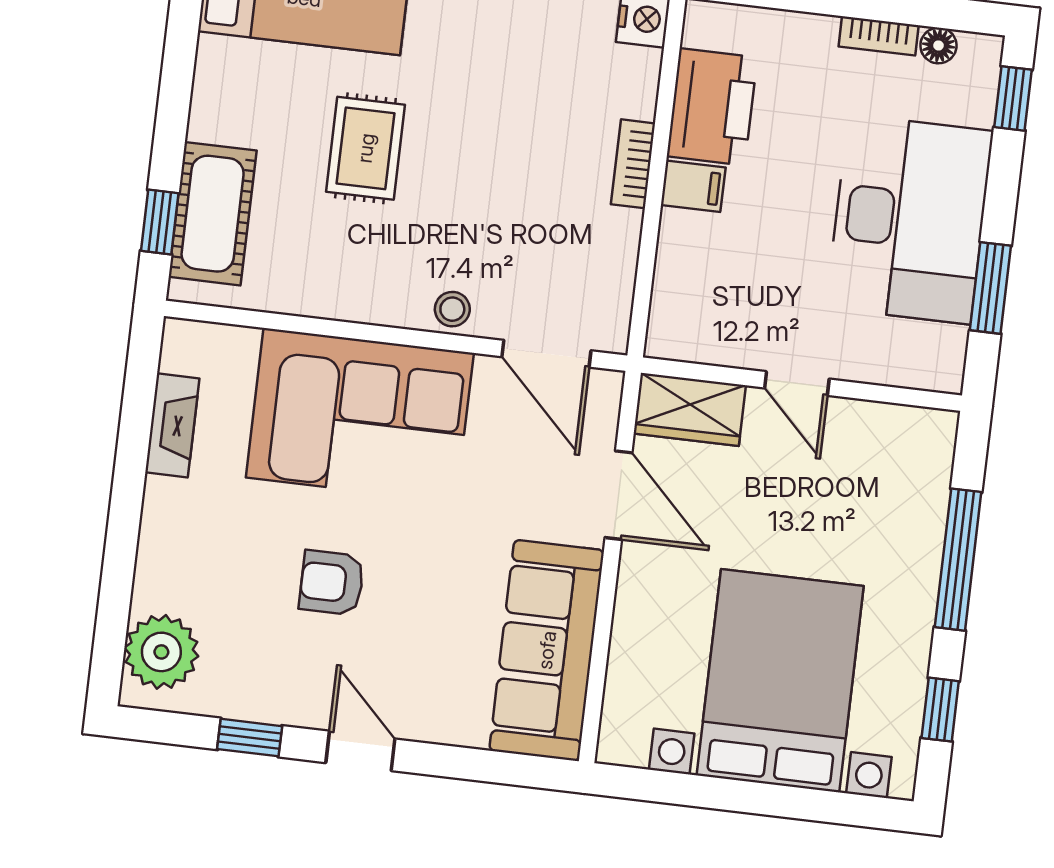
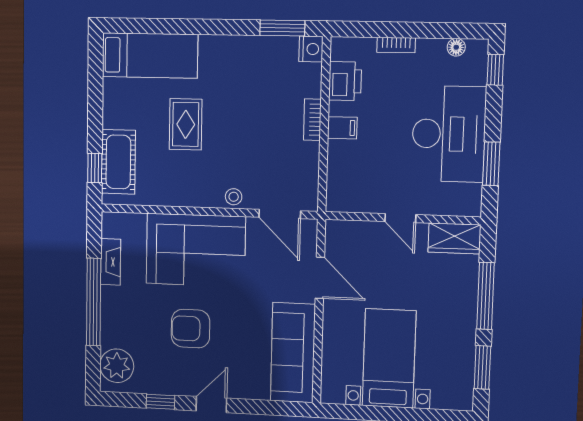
bookcase: (879, 36) -> (396, 45), moved
printer: (712, 107) -> (345, 81), width x0.73, depth x0.84
wardrobe: (690, 409) -> (454, 238), moved
window: (125, 509) -> (94, 302), added
armchair: (332, 583) -> (191, 329), width x1.38, depth x1.38
bed with nightstands: (780, 681) -> (389, 358), width x0.73
window: (940, 710) -> (482, 367), width x1.50
door: (360, 751) -> (211, 405), hinge flipped

